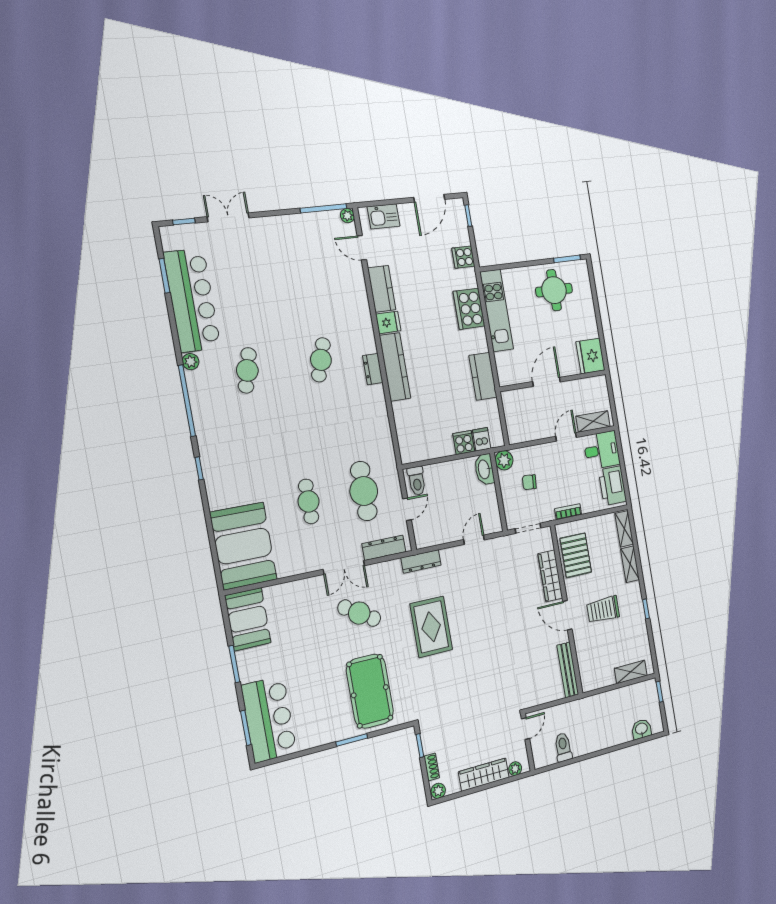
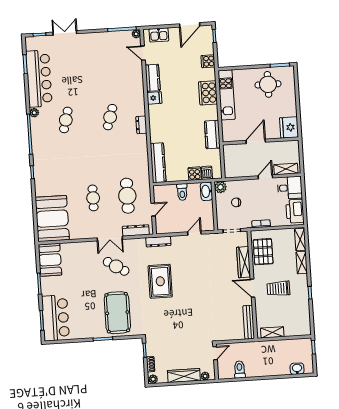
kitchen counter: (395, 367) -> (158, 163), moved
toilet: (417, 481) -> (182, 192), moved
shelving: (631, 672) -> (272, 332), moved

